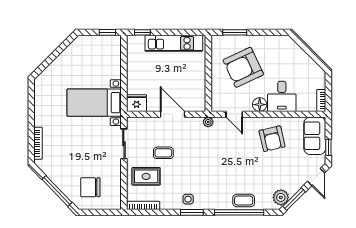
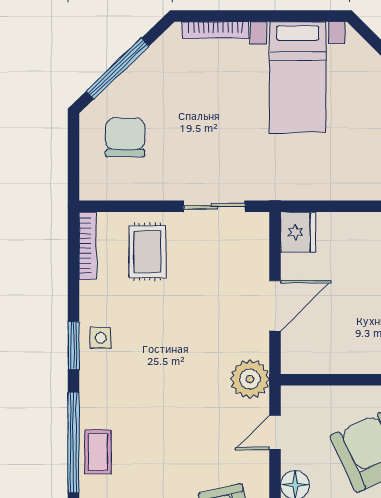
bed with nightstands: (94, 103) -> (298, 77), moved, turned 180
plant: (208, 122) -> (250, 379), width x1.88, depth x1.88
coffee table: (163, 153) -> (196, 287), removed

